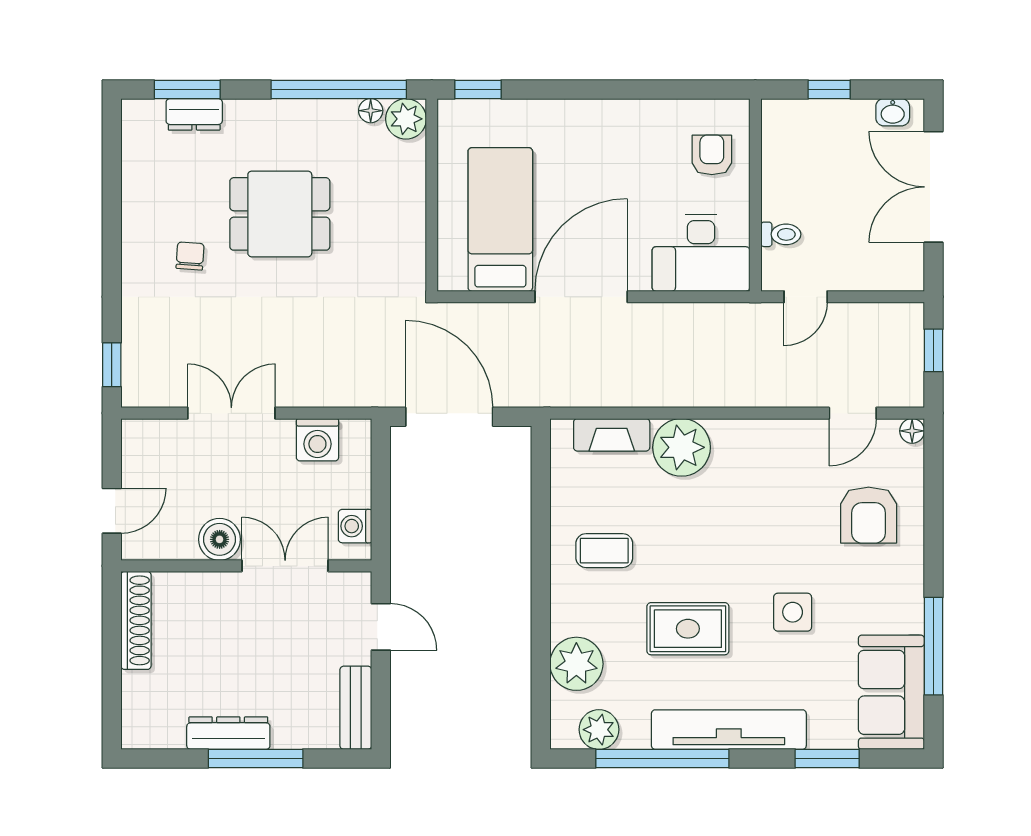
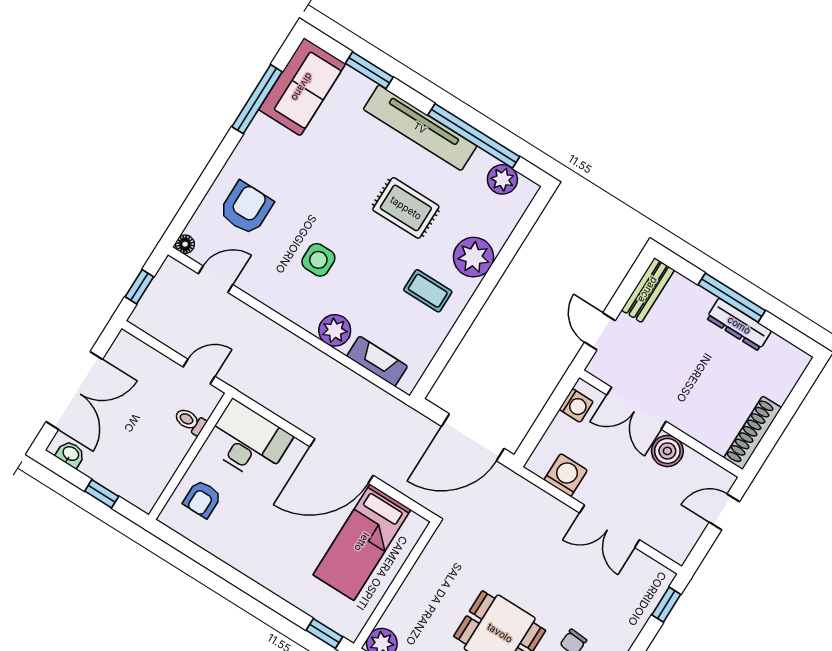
door: (449, 417) -> (473, 437), hinge flipped
plant: (682, 447) -> (335, 330), width x0.73, depth x0.73
side table: (793, 612) -> (318, 260), moved
plant: (576, 664) -> (474, 257), moved

